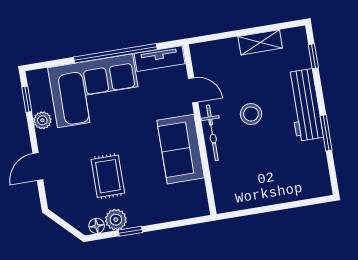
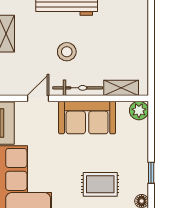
shelving: (220, 182) -> (121, 88), added
plant: (116, 220) -> (139, 111), moved

